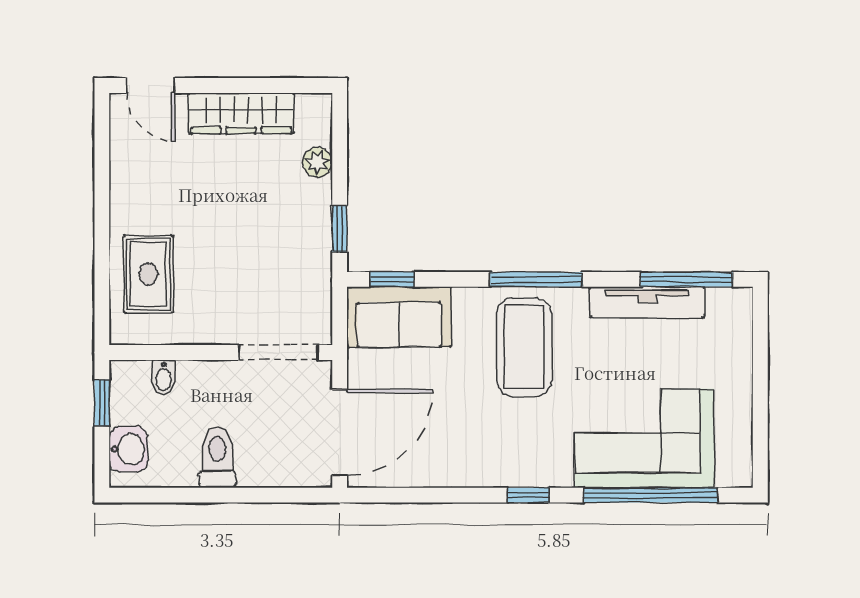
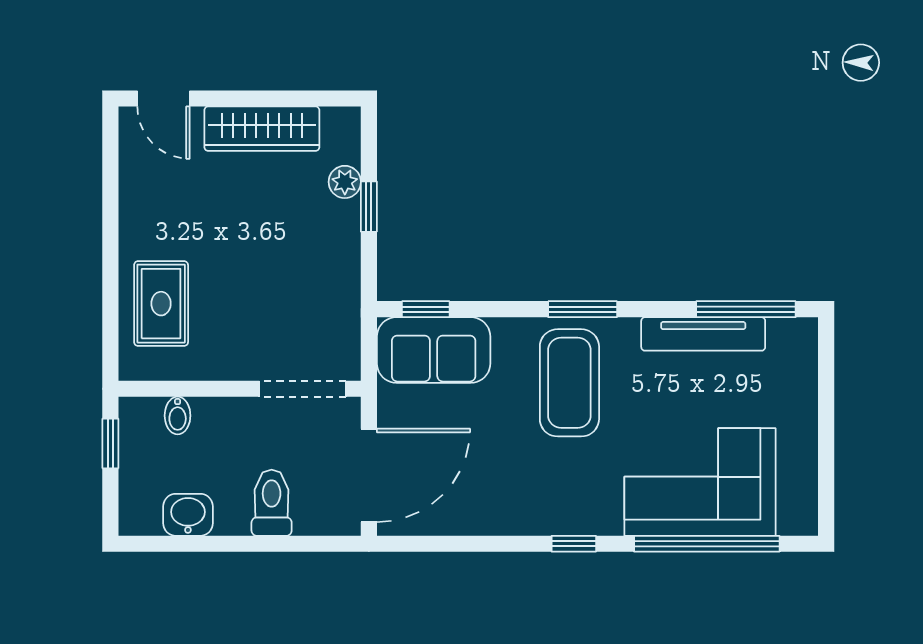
window: (340, 229) -> (369, 207), moved
window: (536, 279) -> (583, 309), width x0.69
washbasin: (128, 449) -> (188, 515), moved, turned -90
toilet: (217, 457) -> (272, 503), moved

